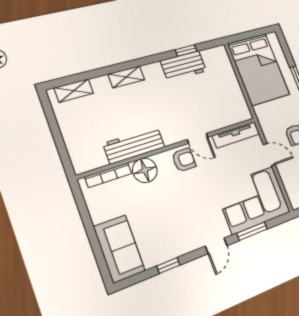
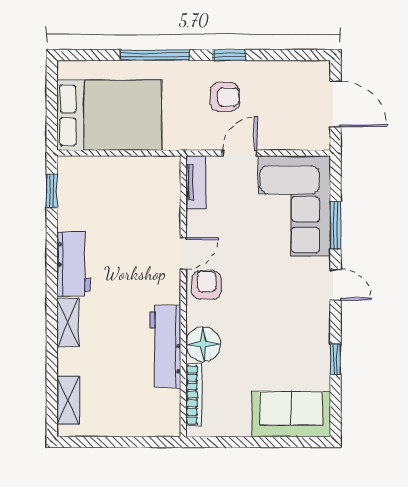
window: (186, 50) -> (52, 191), moved
workbench: (183, 66) -> (74, 264), moved
tv unit: (236, 135) -> (196, 182), width x0.71

